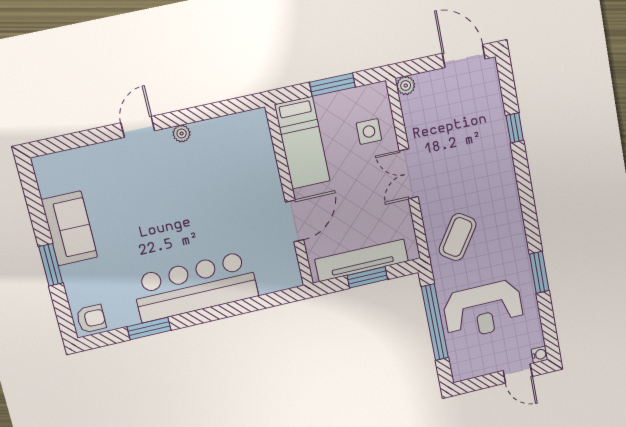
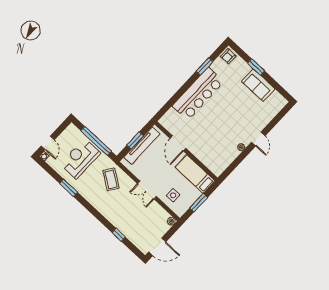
double door: (409, 174) -> (147, 190), swing flipped
door: (518, 374) -> (48, 143), swing flipped

